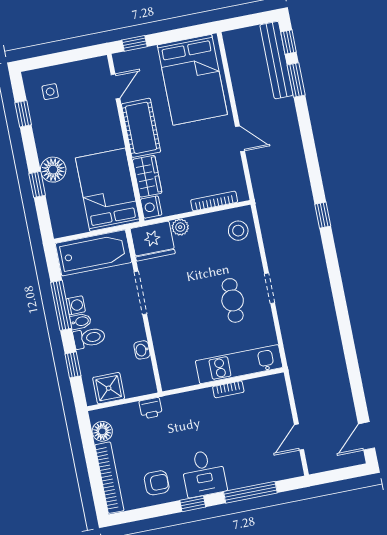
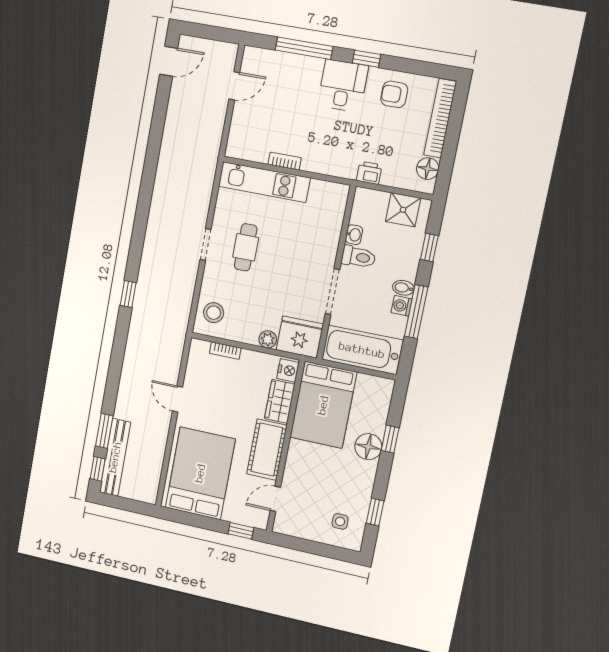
bookcase: (214, 201) -> (225, 351), width x0.64
toilet: (89, 338) -> (358, 257), moved, turned 180

